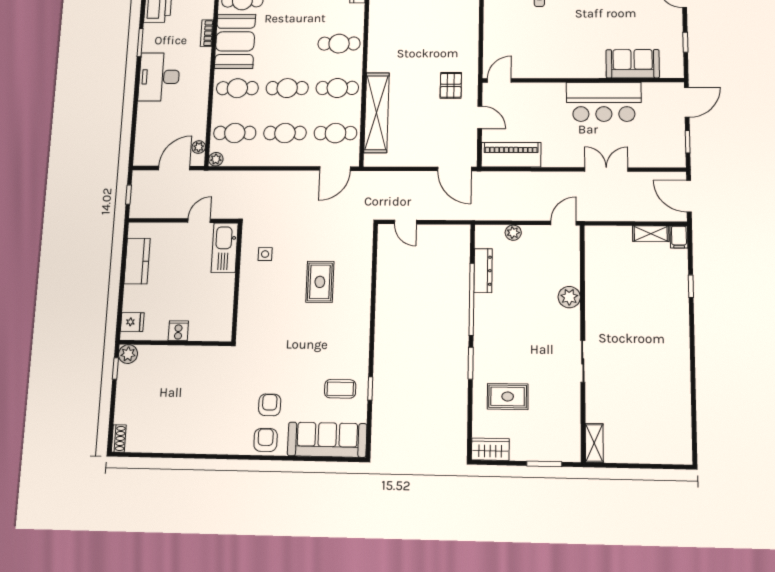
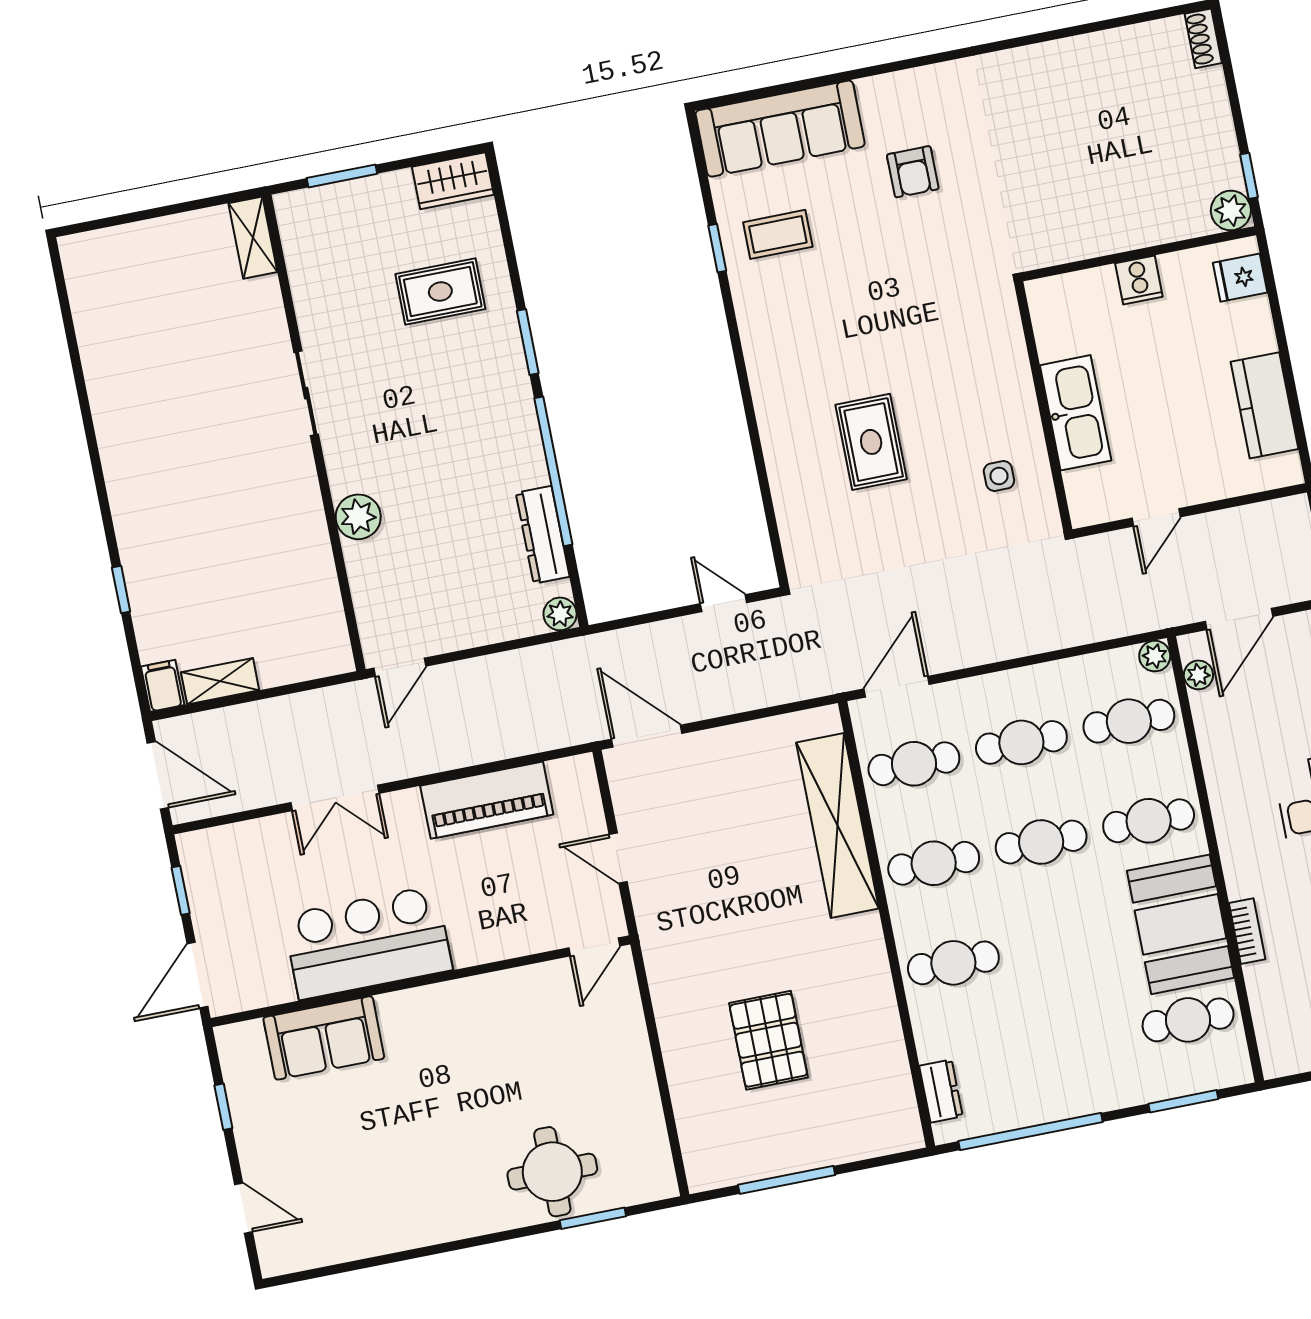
pallet: (451, 85) -> (768, 1040), moved, width x1.50, depth x1.42
piano: (511, 155) -> (487, 800), moved
plant: (513, 233) -> (560, 614), moved
kitchen sink: (225, 248) -> (1076, 413), moved
armchair: (266, 440) -> (904, 101), removed

